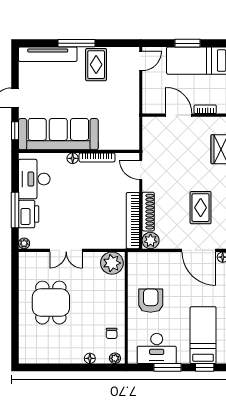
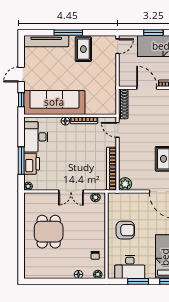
shoe rack: (148, 212) -> (123, 104), moved
double door: (66, 250) -> (71, 192), moved
plant: (112, 263) -> (95, 197), width x0.53, depth x0.53
armchair: (151, 301) -> (125, 230), turned 90

